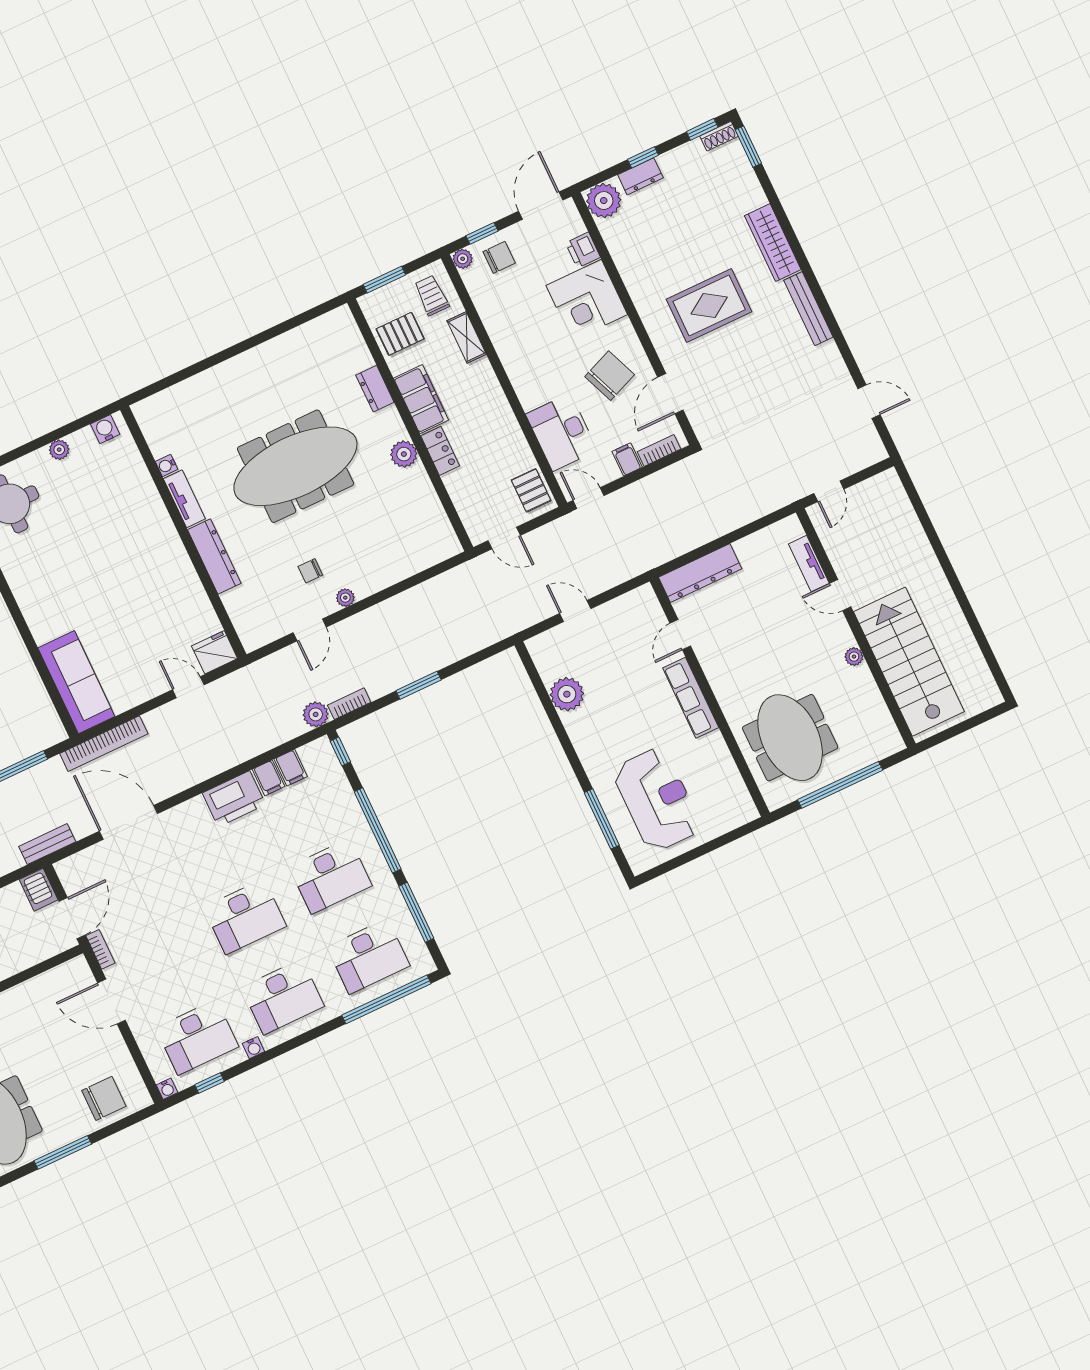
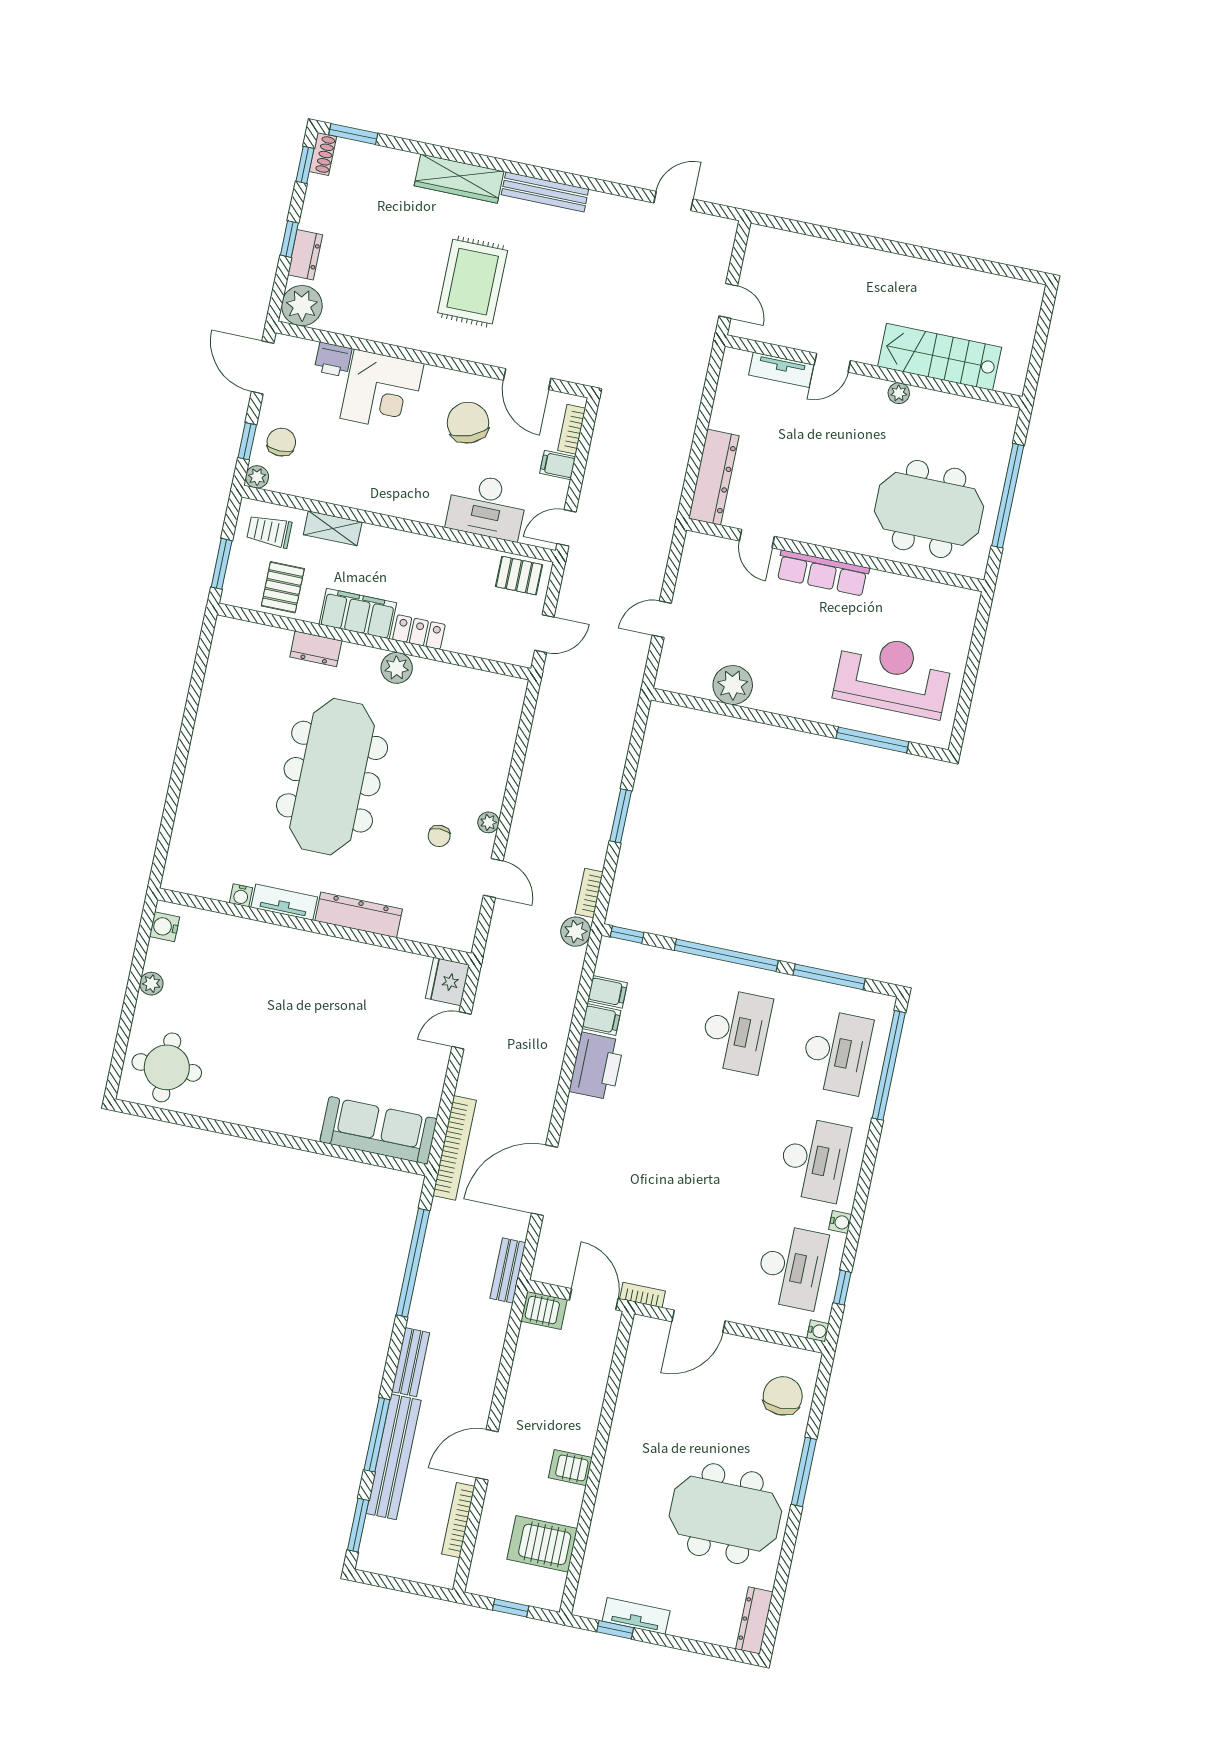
stairs: (909, 662) -> (940, 357), width x0.73, depth x0.66
desk: (245, 917) -> (713, 1139), removed

